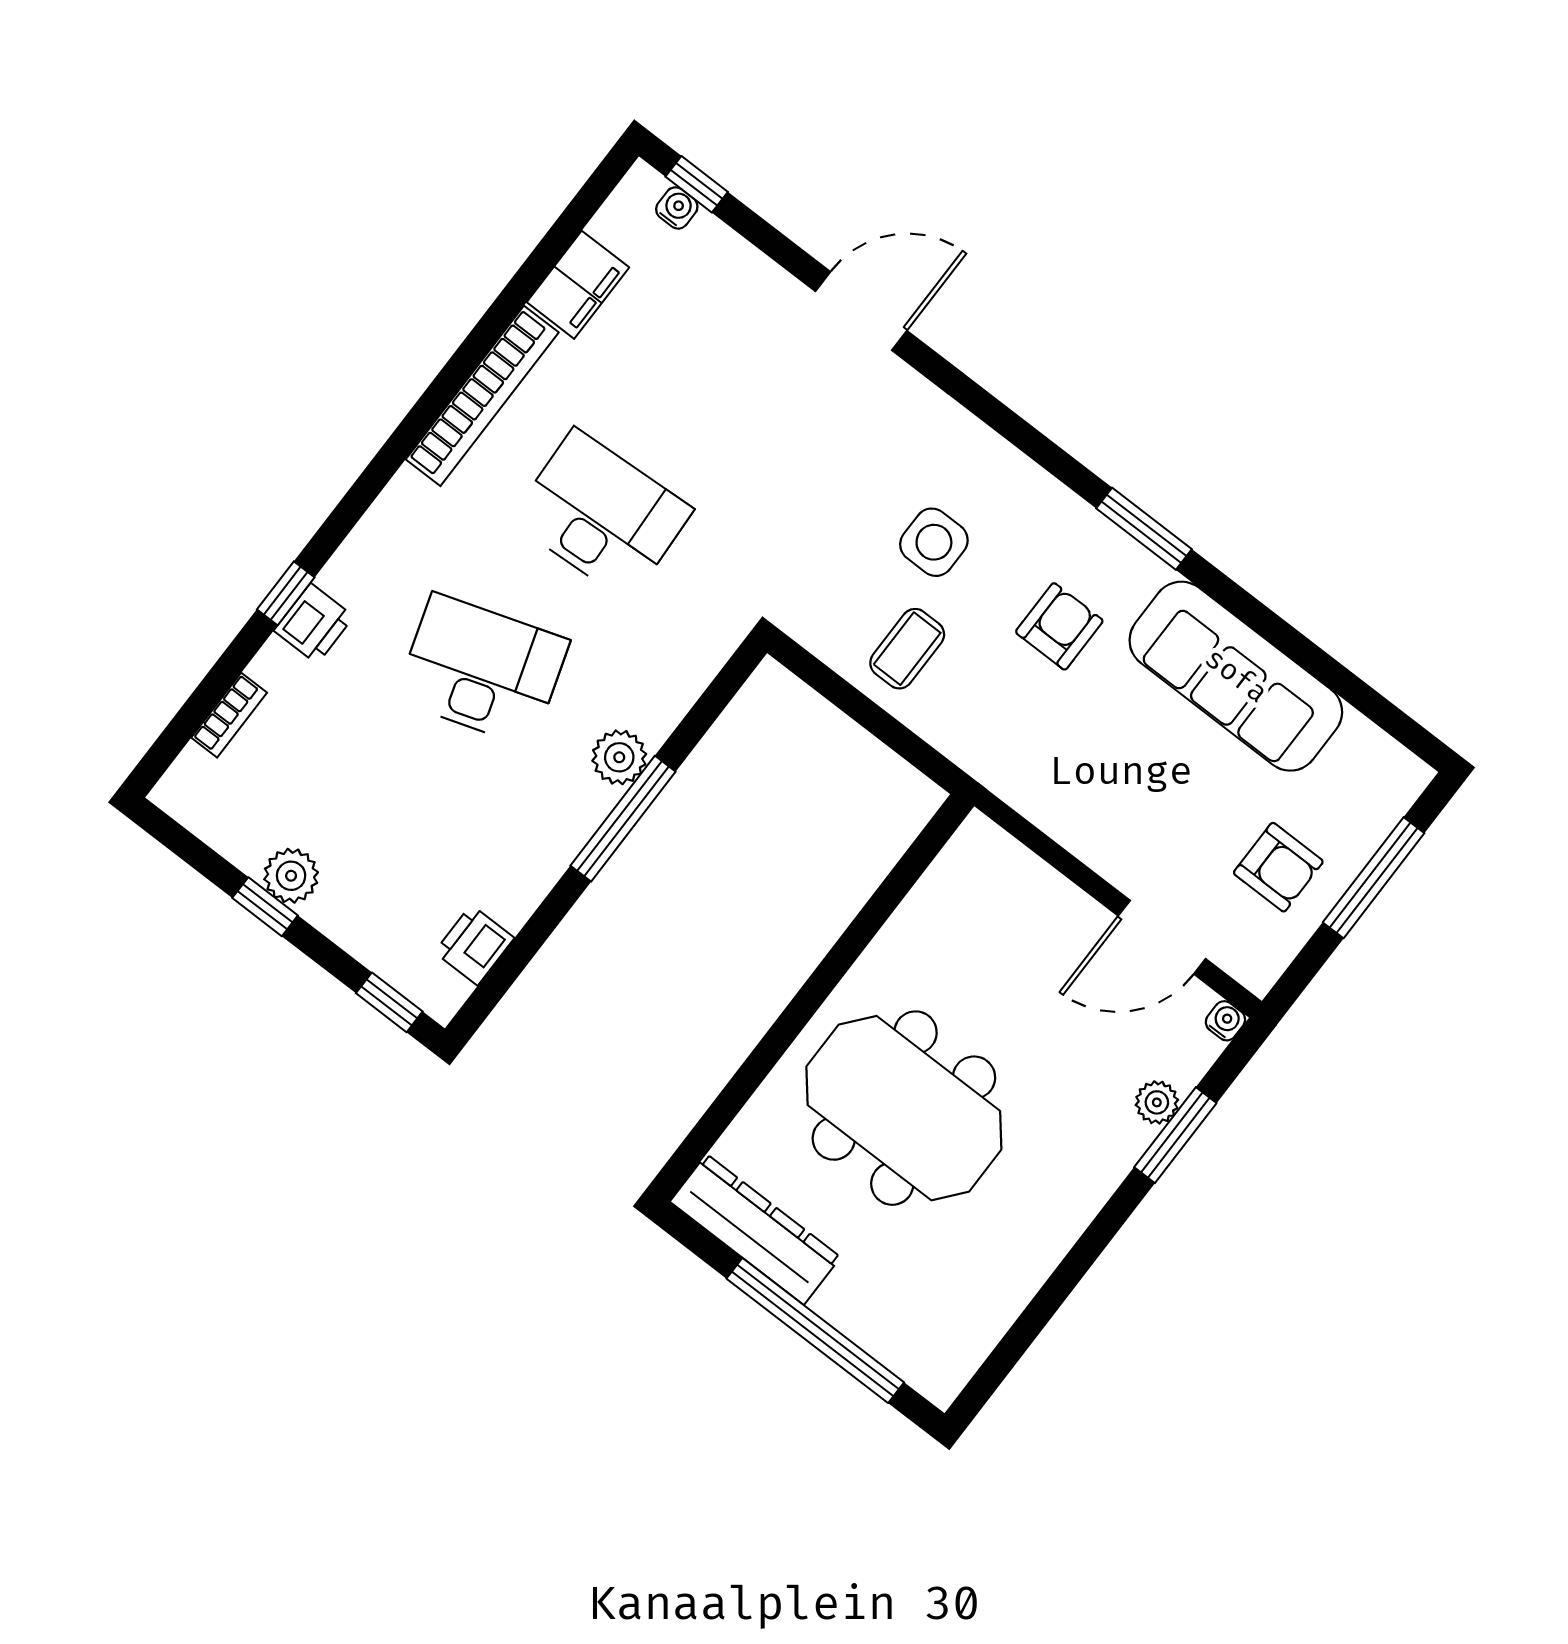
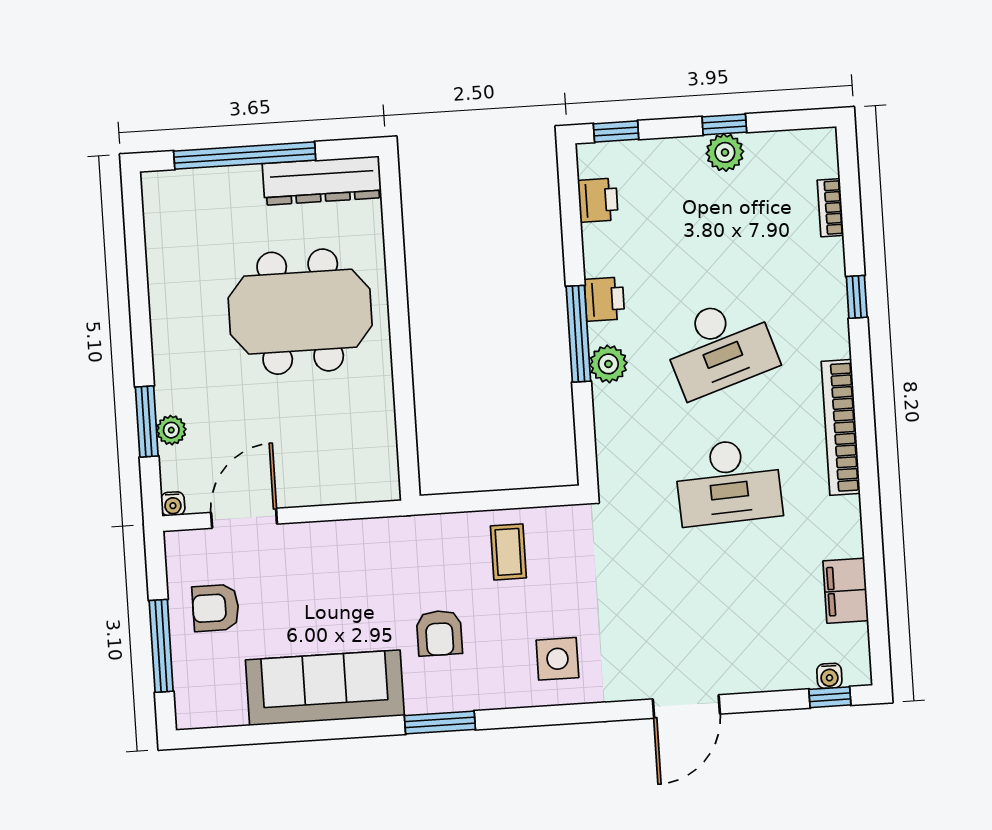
bookcase: (482, 396) -> (841, 427), moved
side table: (934, 542) -> (557, 659), moved
printer: (314, 624) -> (604, 299), moved, turned 180

